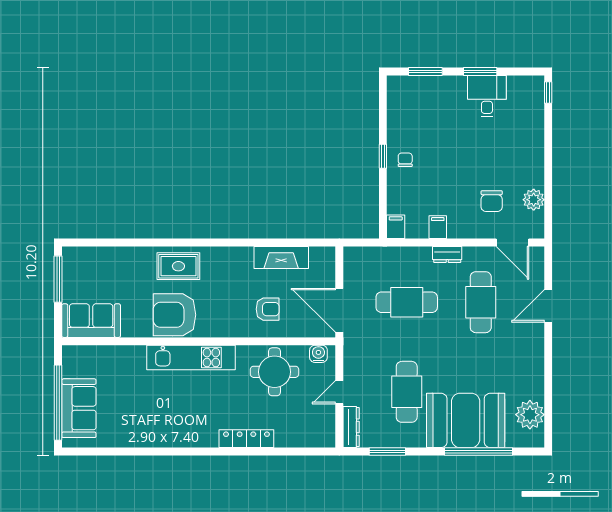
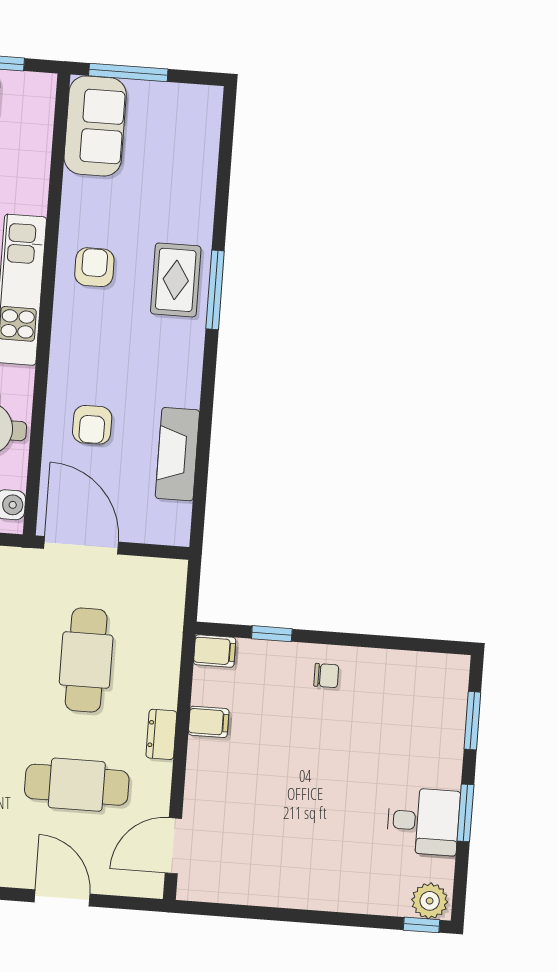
window: (383, 156) -> (272, 634), moved
plant: (534, 200) -> (430, 901), moved
chair: (492, 201) -> (246, 816), removed
window: (183, 243) -> (215, 290), added
window: (58, 279) -> (128, 72), moved
door: (339, 310) -> (81, 545), hinge flipped
armchair: (174, 315) -> (94, 267), width x0.53, depth x0.53

